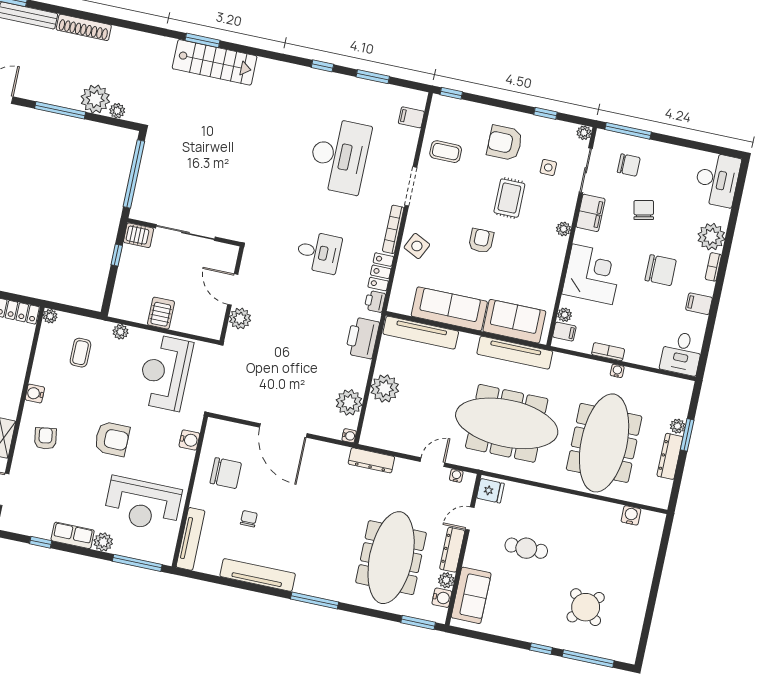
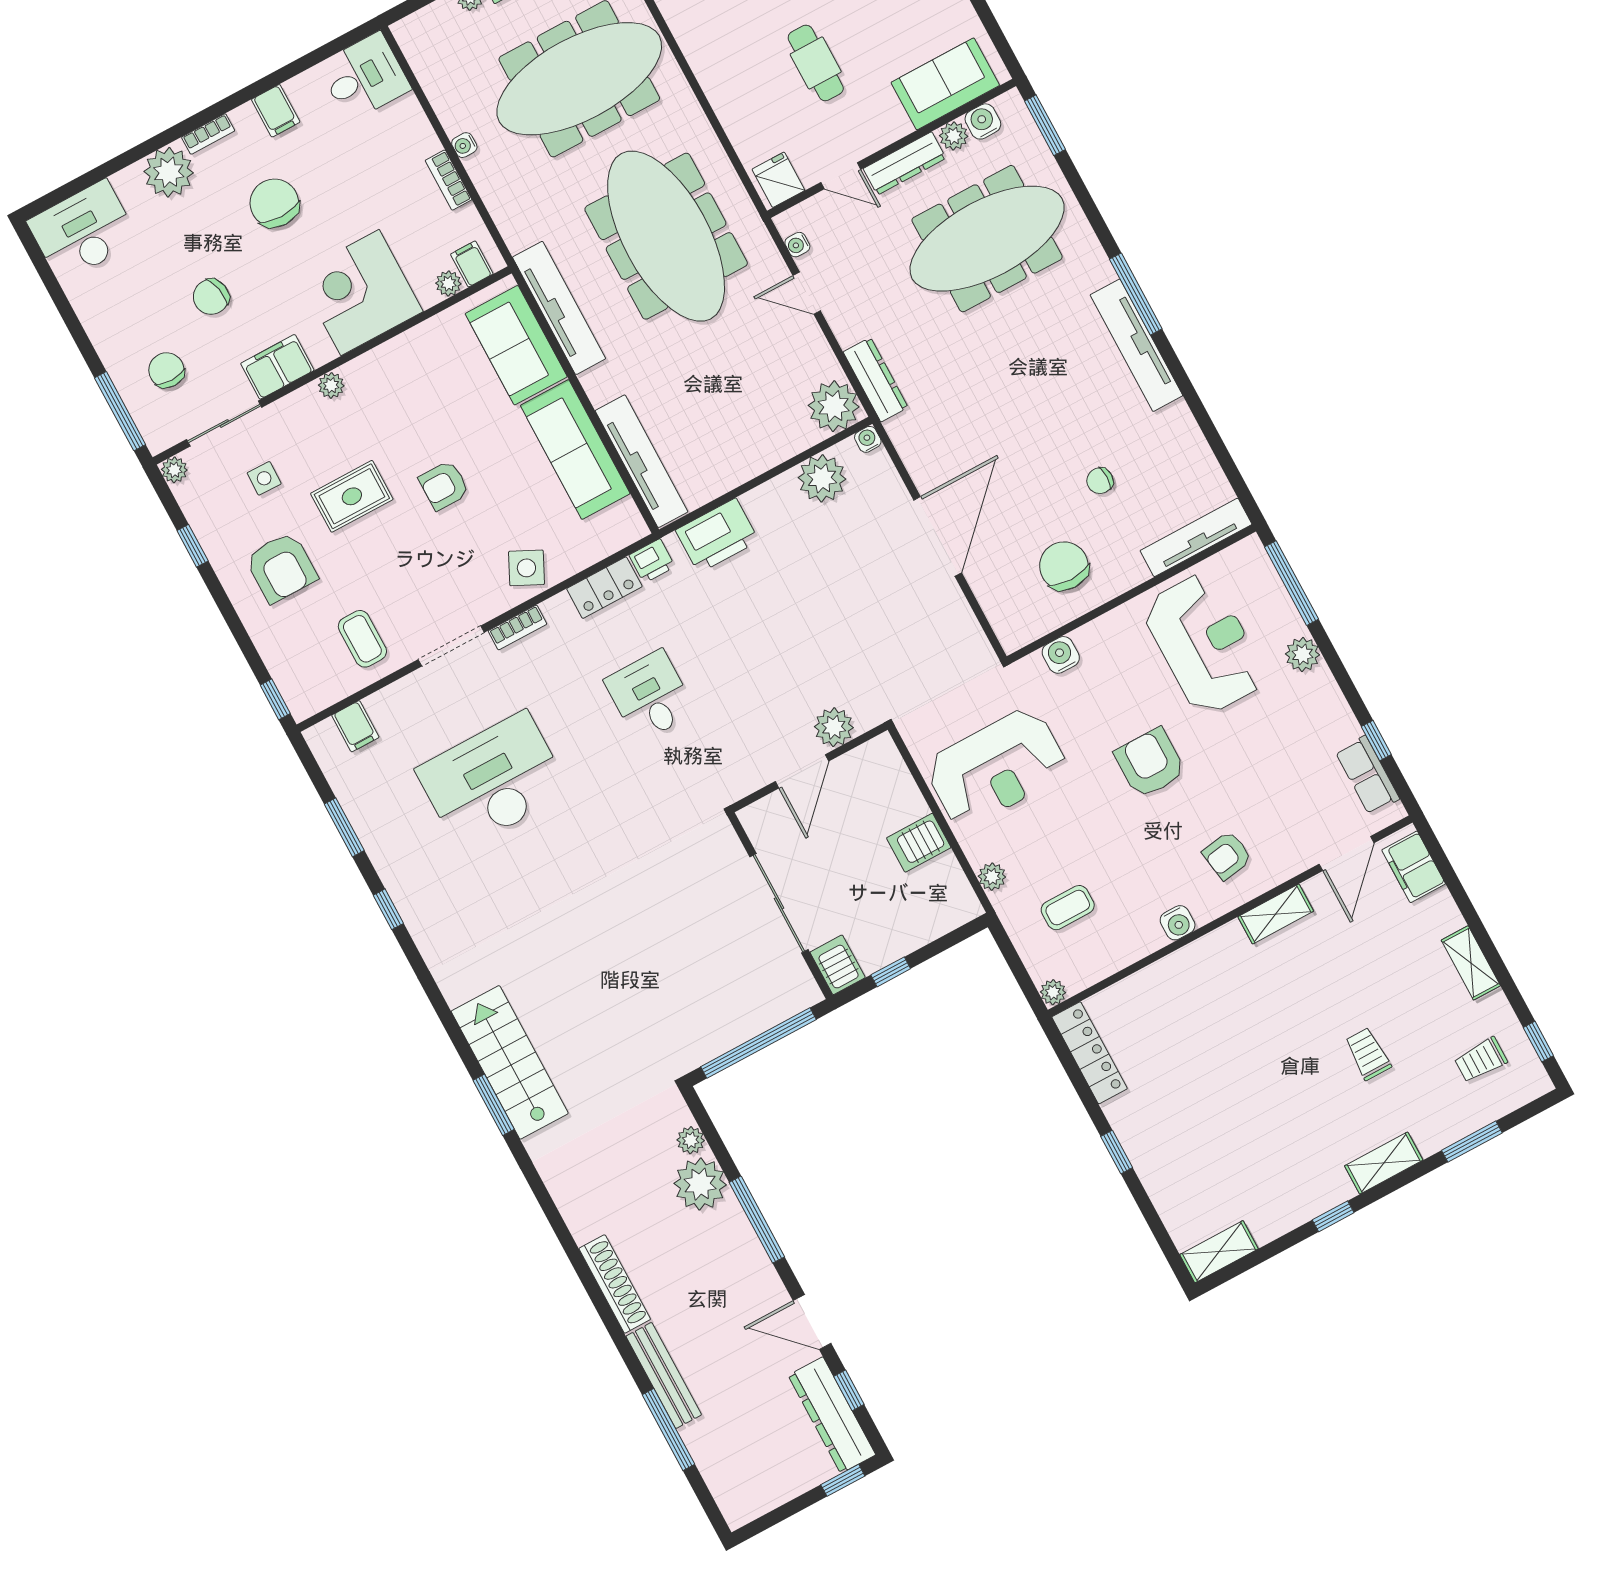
bookcase: (393, 229) -> (517, 627), width x0.64
plant: (385, 388) -> (834, 406), moved
row of seats: (73, 535) -> (1367, 775), moved
tv unit: (258, 575) -> (1136, 345), moved

